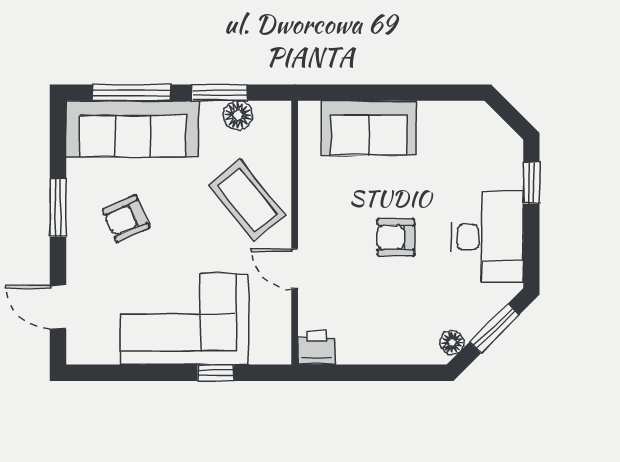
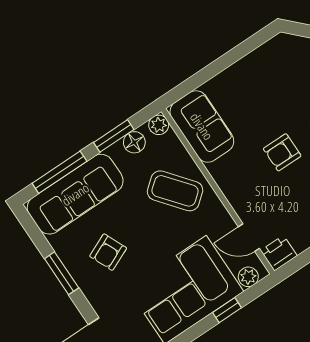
plant: (278, 114) -> (159, 125), added
sofa: (369, 128) -> (202, 126), moved, turned -90
door: (295, 269) -> (249, 238), moved
plant: (265, 351) -> (248, 277), added

